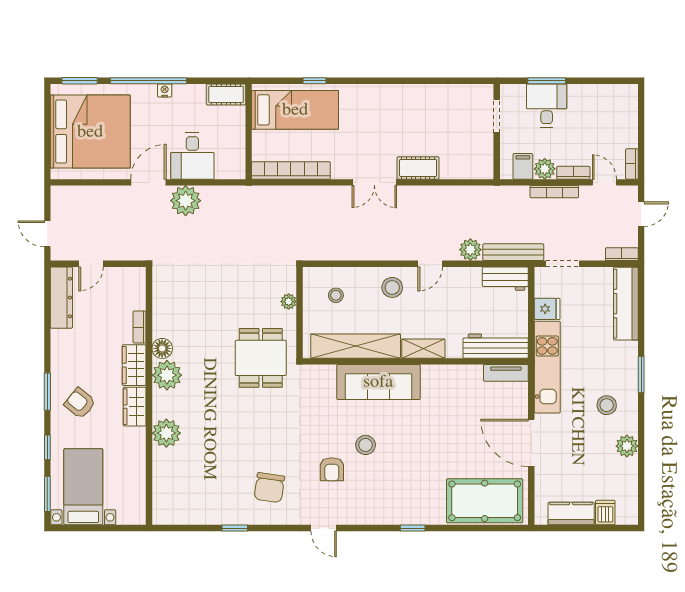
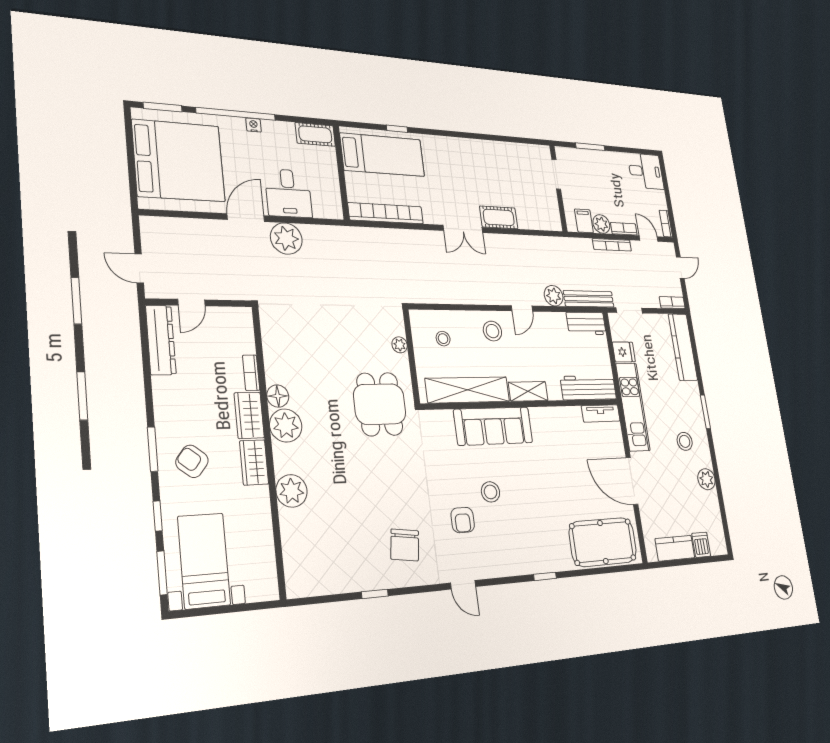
desk: (547, 105) -> (646, 171), moved, turned 90

